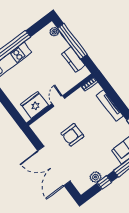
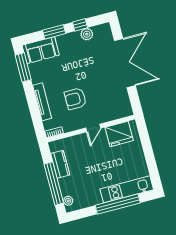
armchair: (72, 135) -> (75, 99), moved, turned 180

